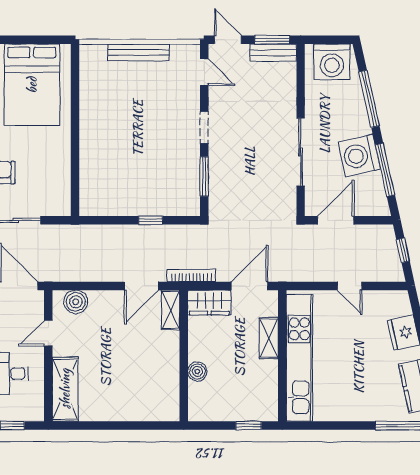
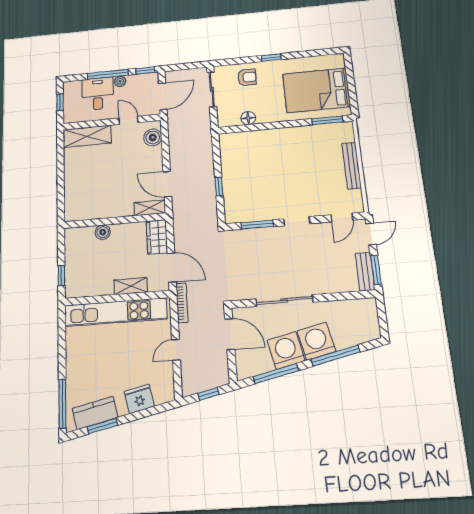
washing machine: (332, 62) -> (316, 341), moved, turned 77
window: (75, 75) -> (327, 120), added
floor lamp: (61, 176) -> (248, 118), added
bookcase: (191, 276) -> (182, 303), moved

